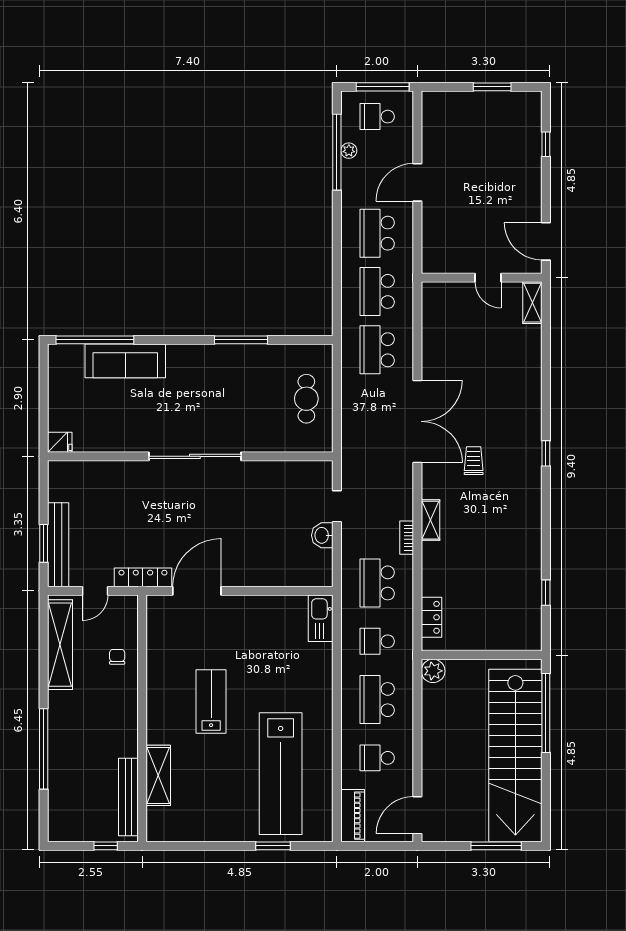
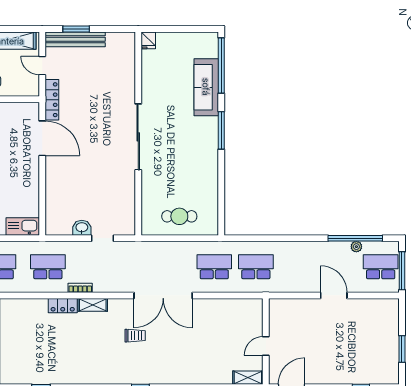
school desk: (377, 117) -> (381, 267), width x1.85
school desk: (377, 233) -> (297, 267), removed
window: (241, 340) -> (221, 130), moved
locker: (431, 617) -> (63, 306), moved

